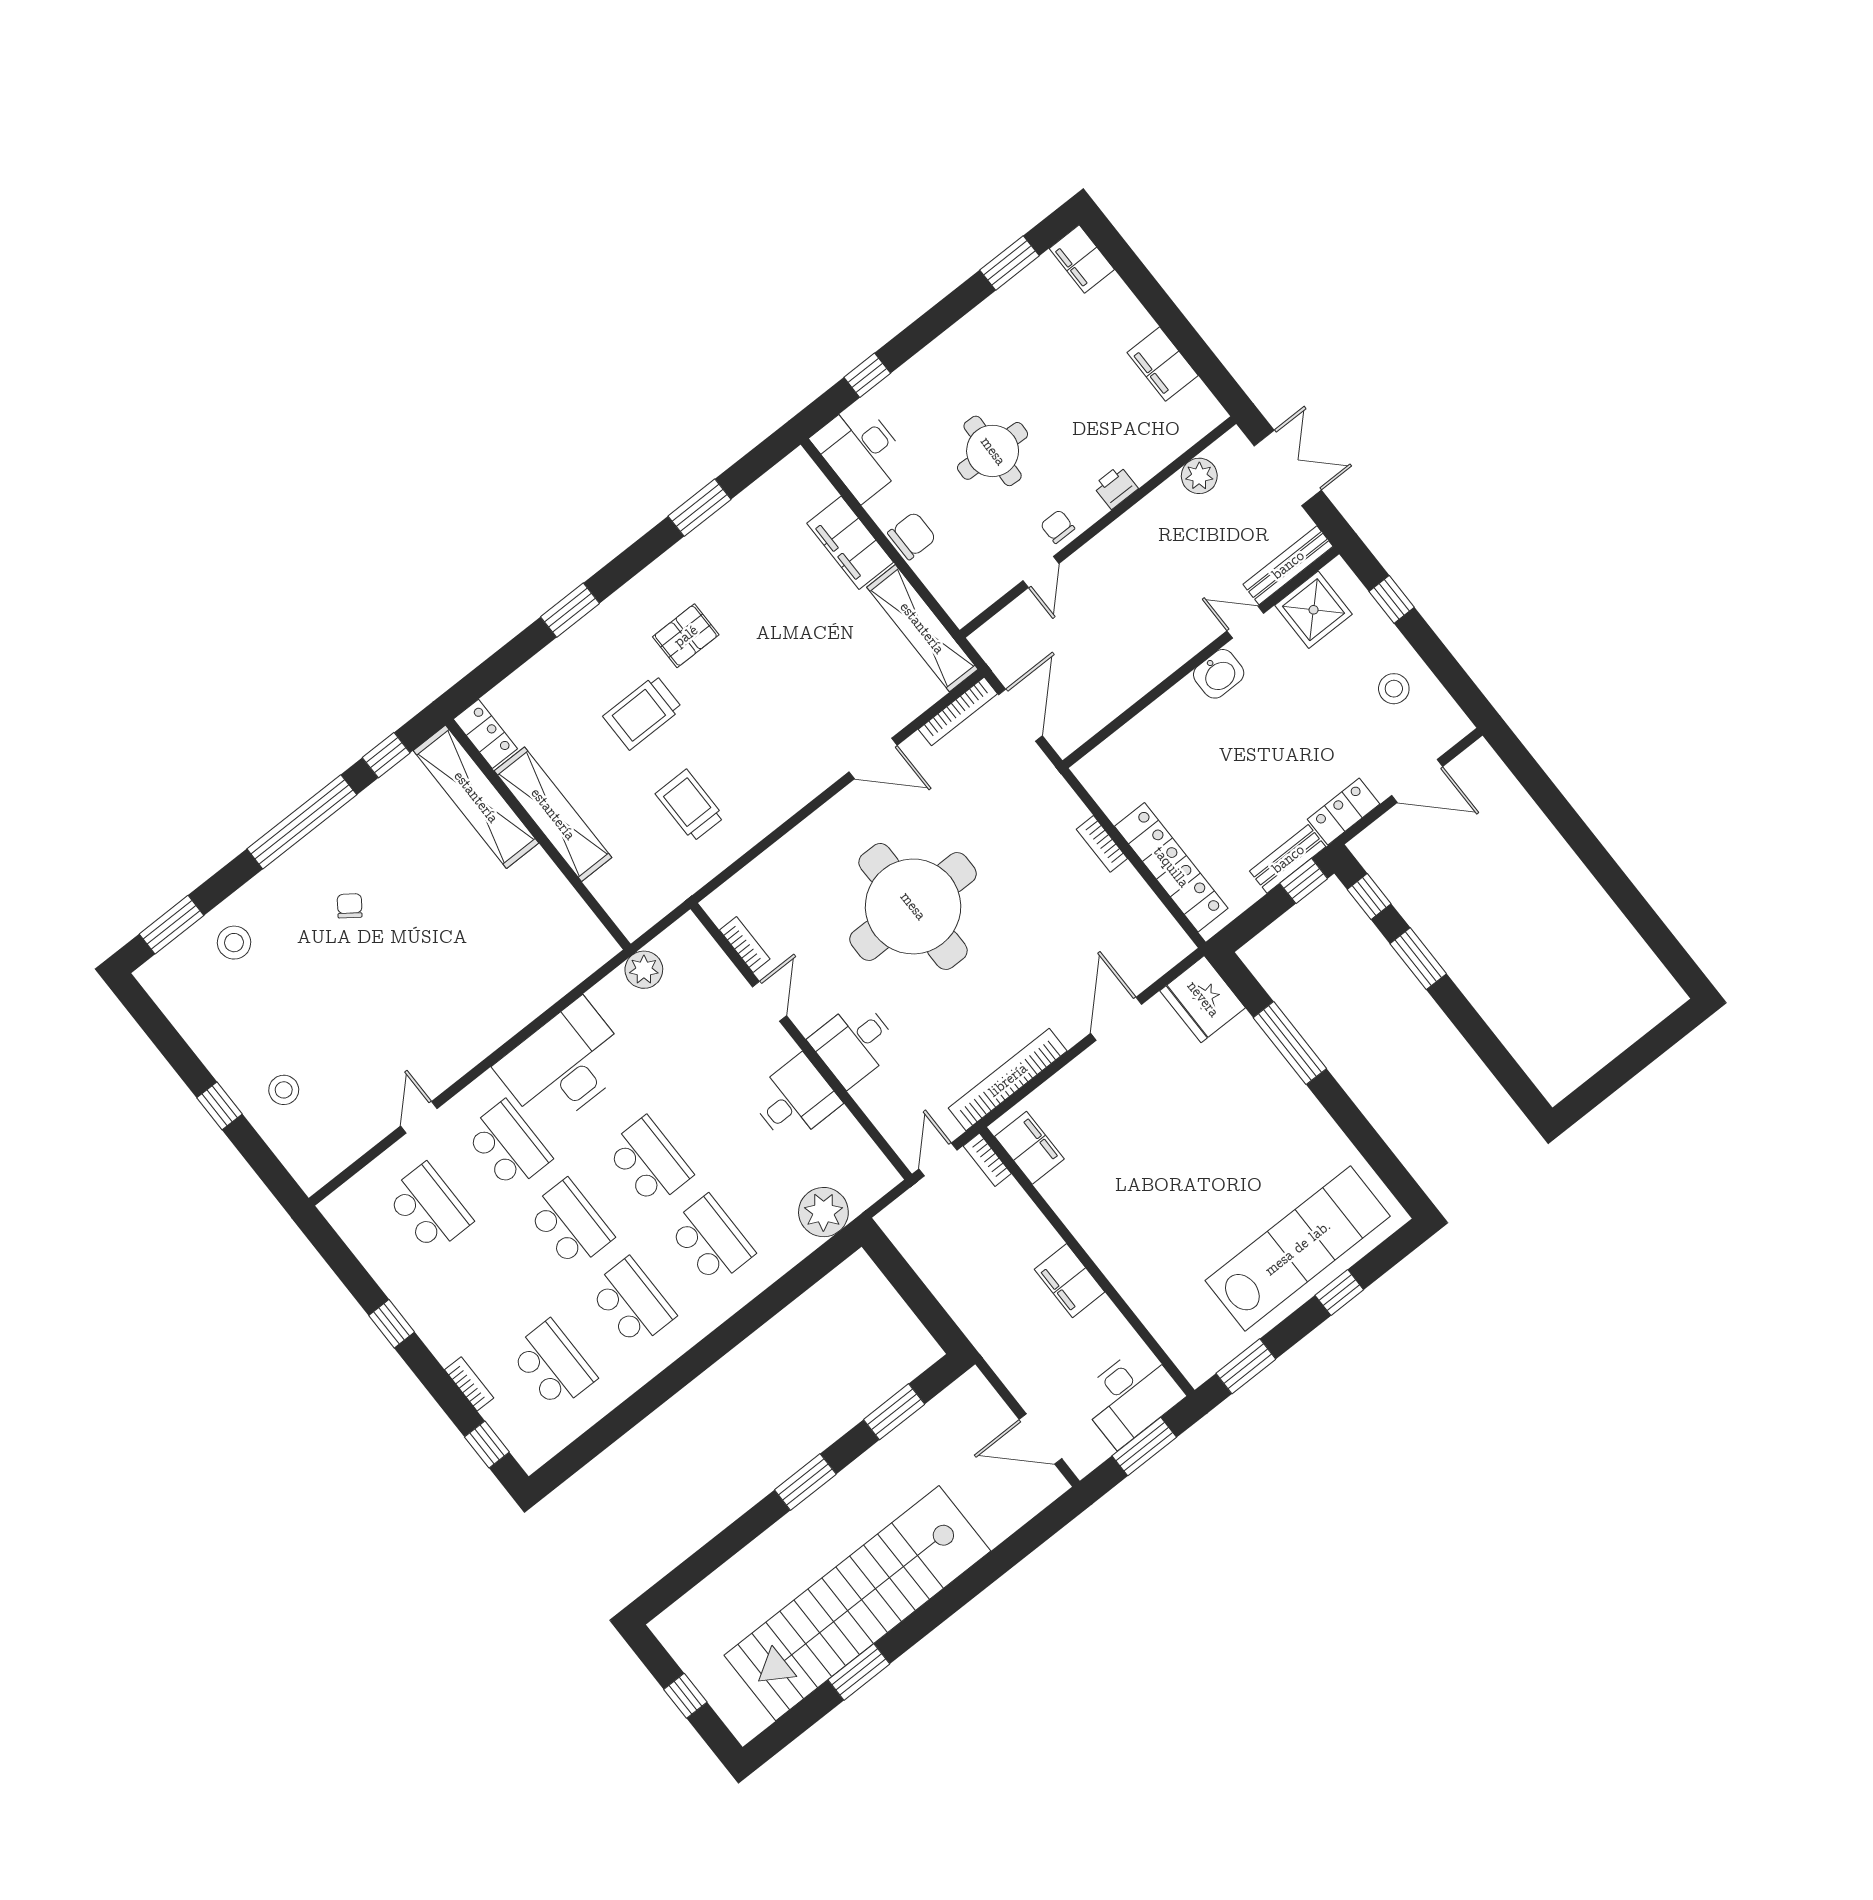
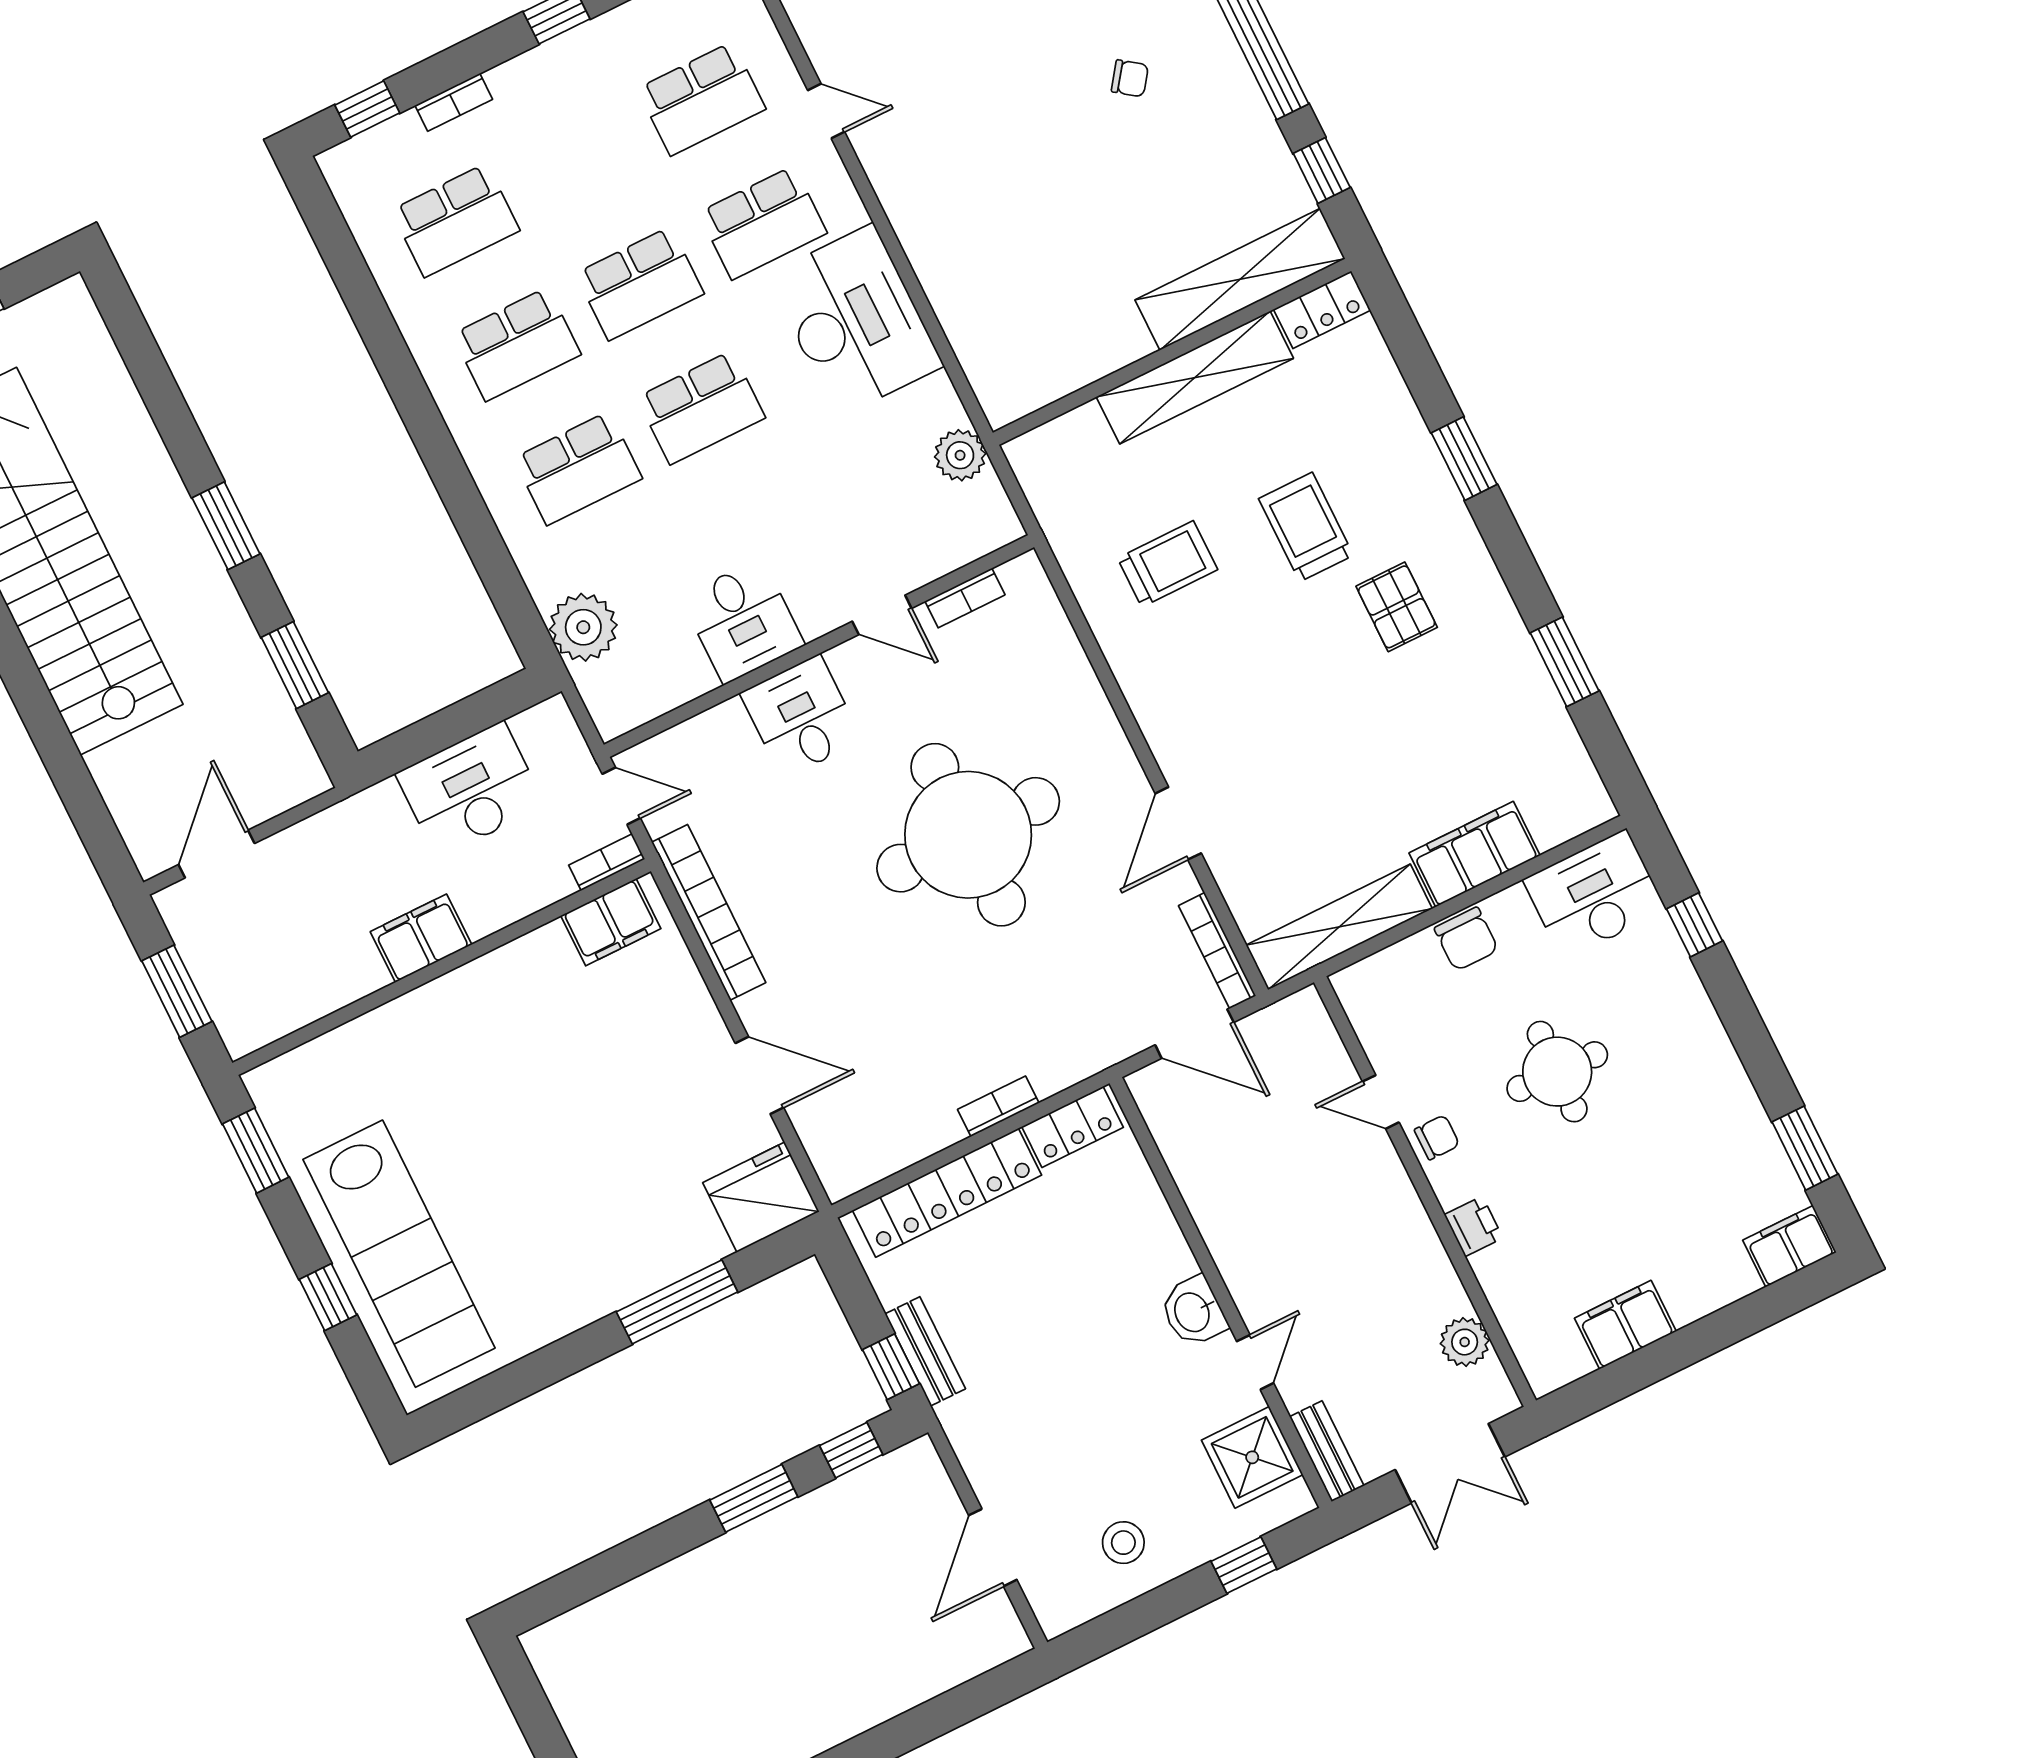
bench: (1288, 565) -> (1327, 1451), width x0.73
locker: (1343, 812) -> (1073, 1127), moved, turned 90
desk: (1131, 1396) -> (470, 790), moved, turned 90

